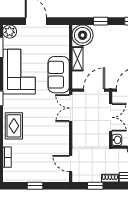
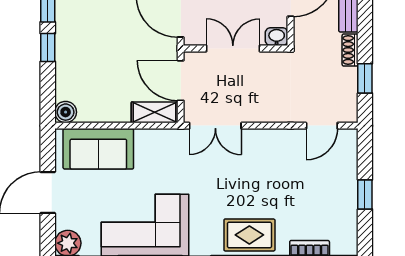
window: (101, 21) -> (48, 47), moved
boiler: (83, 35) -> (66, 112), width x0.54, depth x0.54
shelving: (78, 59) -> (155, 112), moved
sofa: (59, 75) -> (98, 149), moved

